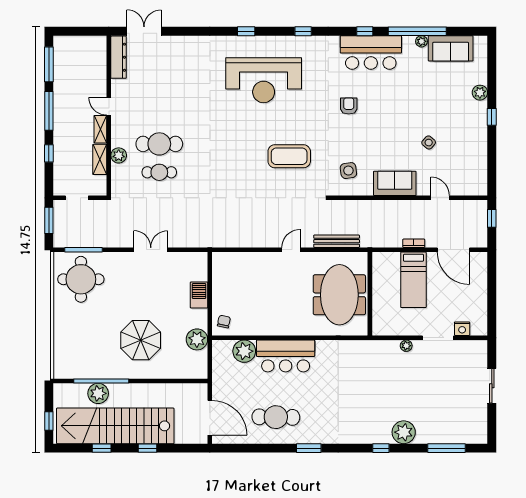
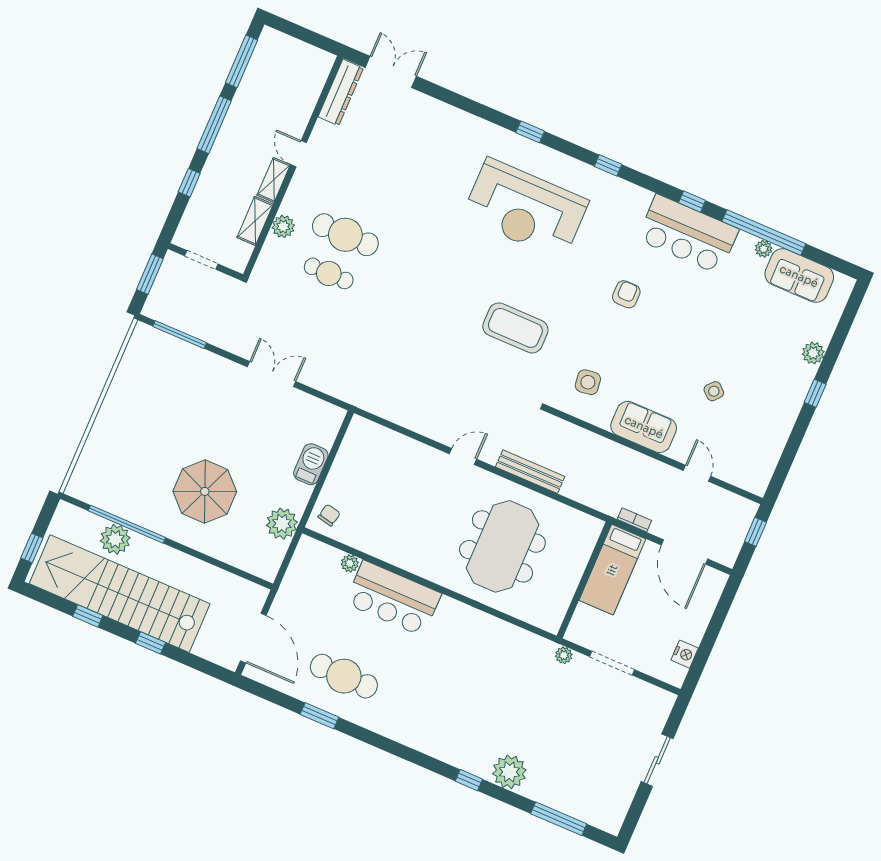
round table: (81, 279) -> (159, 373), removed
wall: (370, 294) -> (584, 580), moved
nightstand: (462, 329) -> (685, 654), moved, turned -90
plant: (244, 351) -> (350, 563), width x0.53, depth x0.53
window: (309, 448) -> (319, 716), moved

